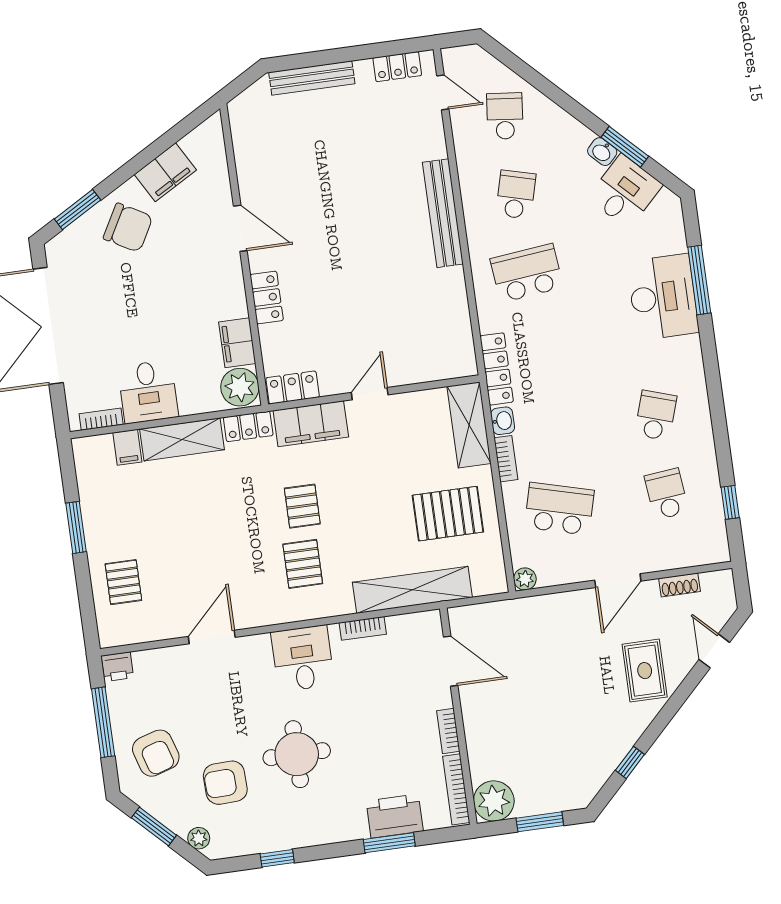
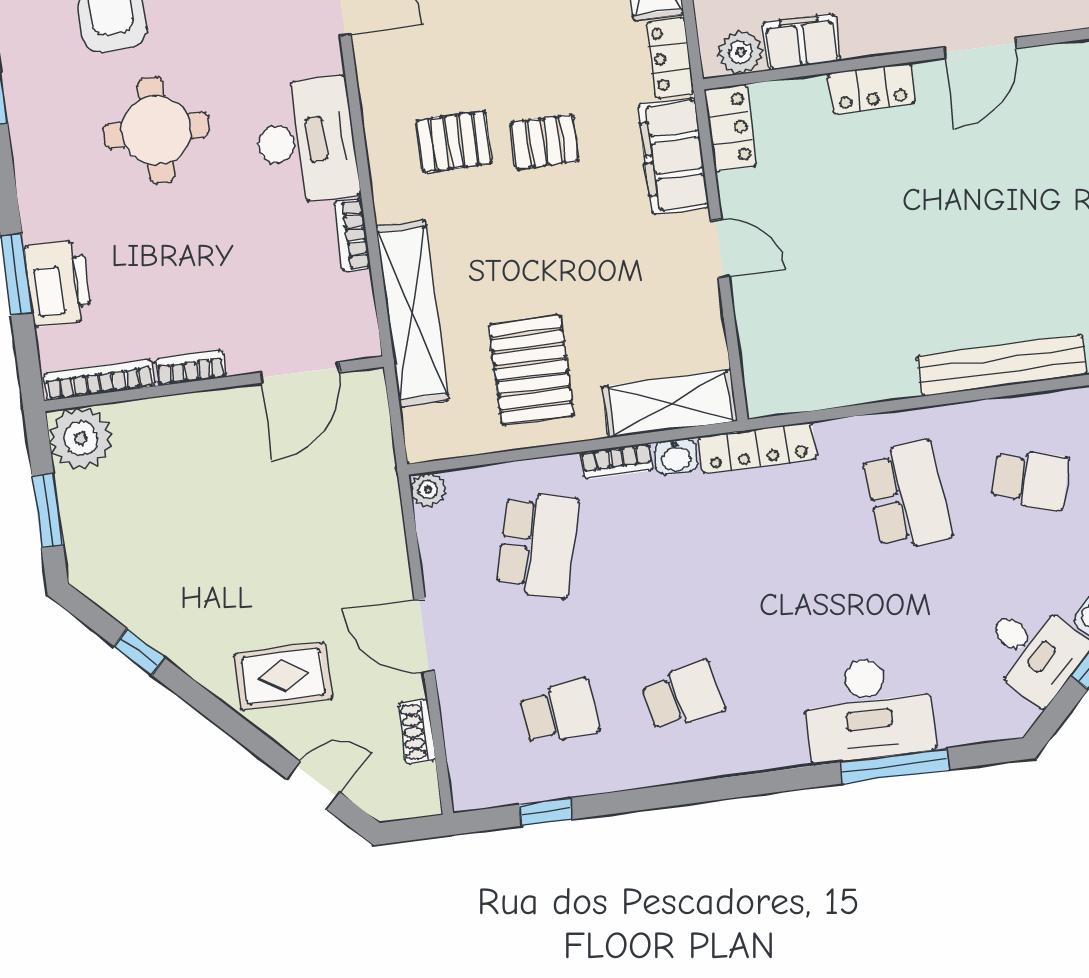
plant: (240, 387) -> (740, 52), width x0.73, depth x0.73
school desk: (656, 415) -> (683, 696), turned -30
desk: (303, 658) -> (306, 141), width x1.37

